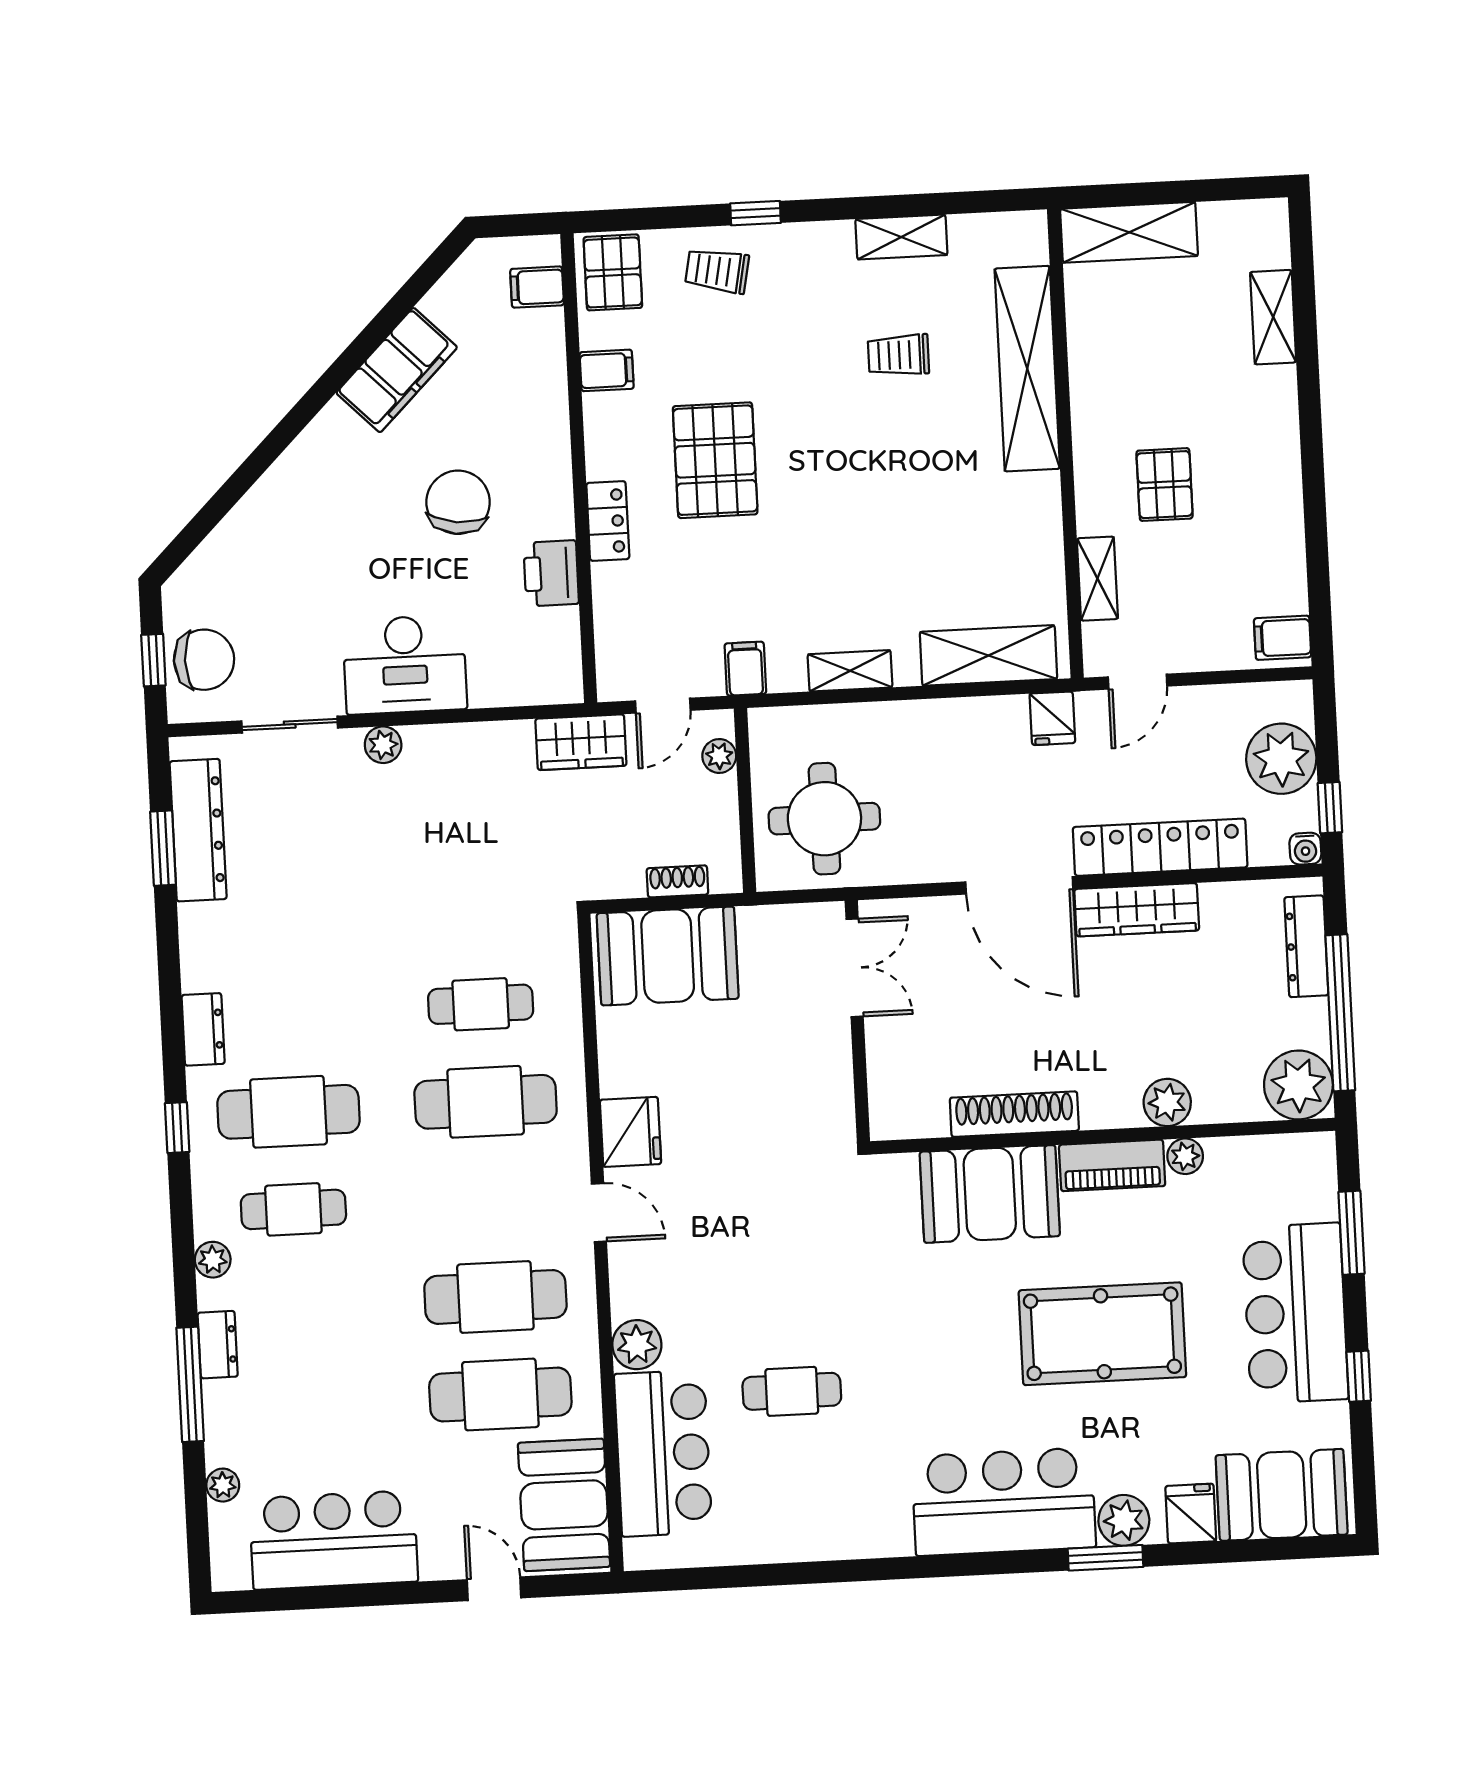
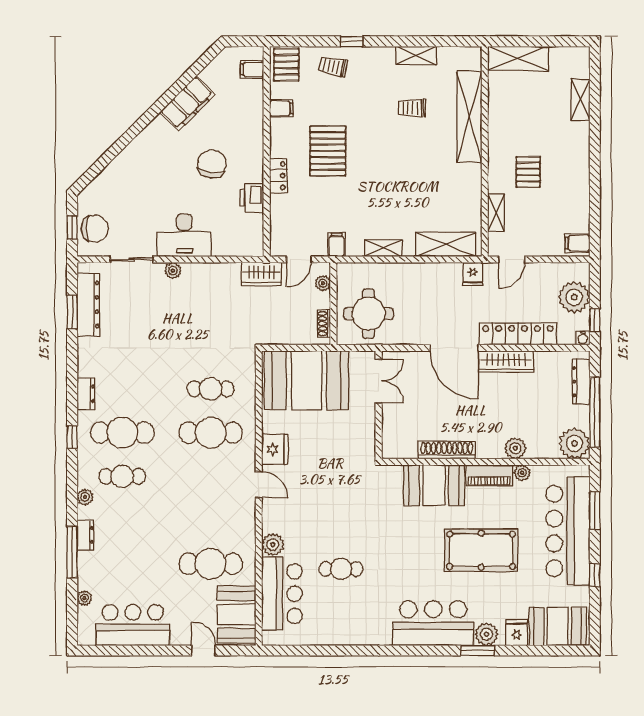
shoe rack: (677, 881) -> (324, 324), moved, turned -90
booth: (668, 956) -> (306, 380), width x1.36, depth x1.42
cafe table: (495, 1297) -> (211, 520), removed
bar counter: (1295, 1313) -> (568, 531), width x1.36

